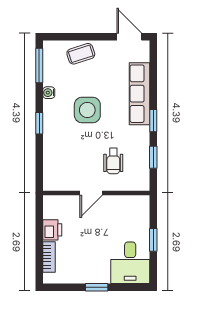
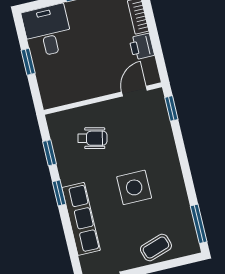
water cooler: (49, 93) -> (181, 196), removed
window: (39, 123) -> (171, 108), moved
wheelchair: (113, 161) -> (92, 138), turned 103
door: (91, 193) -> (134, 91), moved

